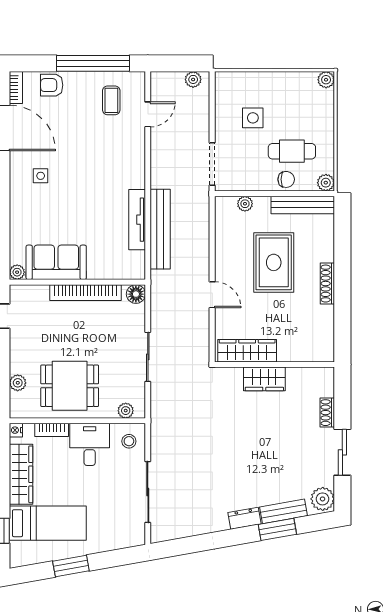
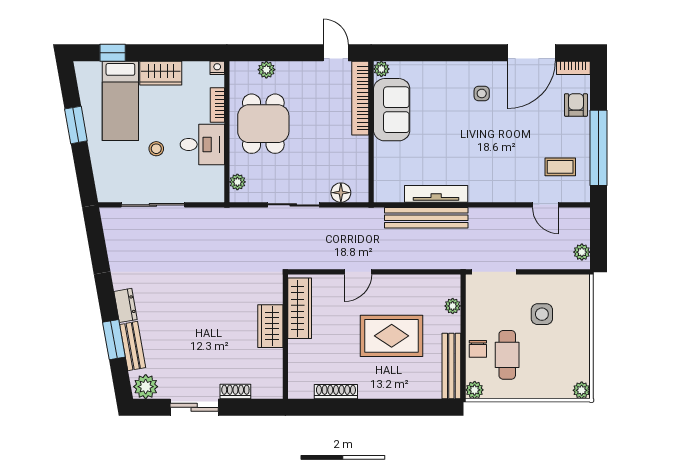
shoe rack: (327, 284) -> (336, 392), moved
bookcase: (86, 293) -> (360, 98), moved
floor lamp: (136, 294) -> (341, 193), moved
stool: (129, 441) -> (156, 149), moved
wardrobe: (21, 474) -> (161, 73), width x0.67

